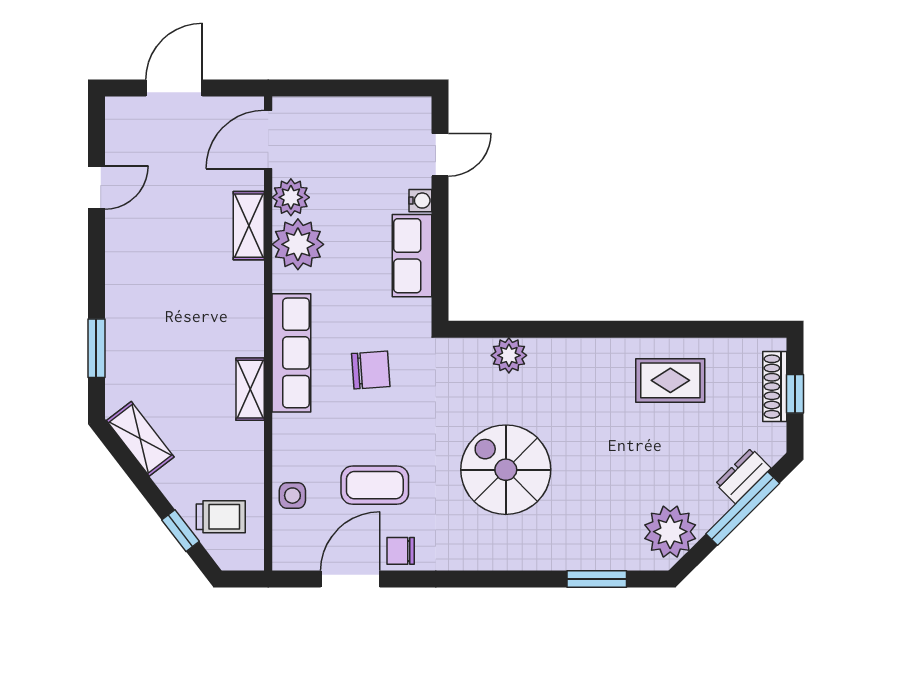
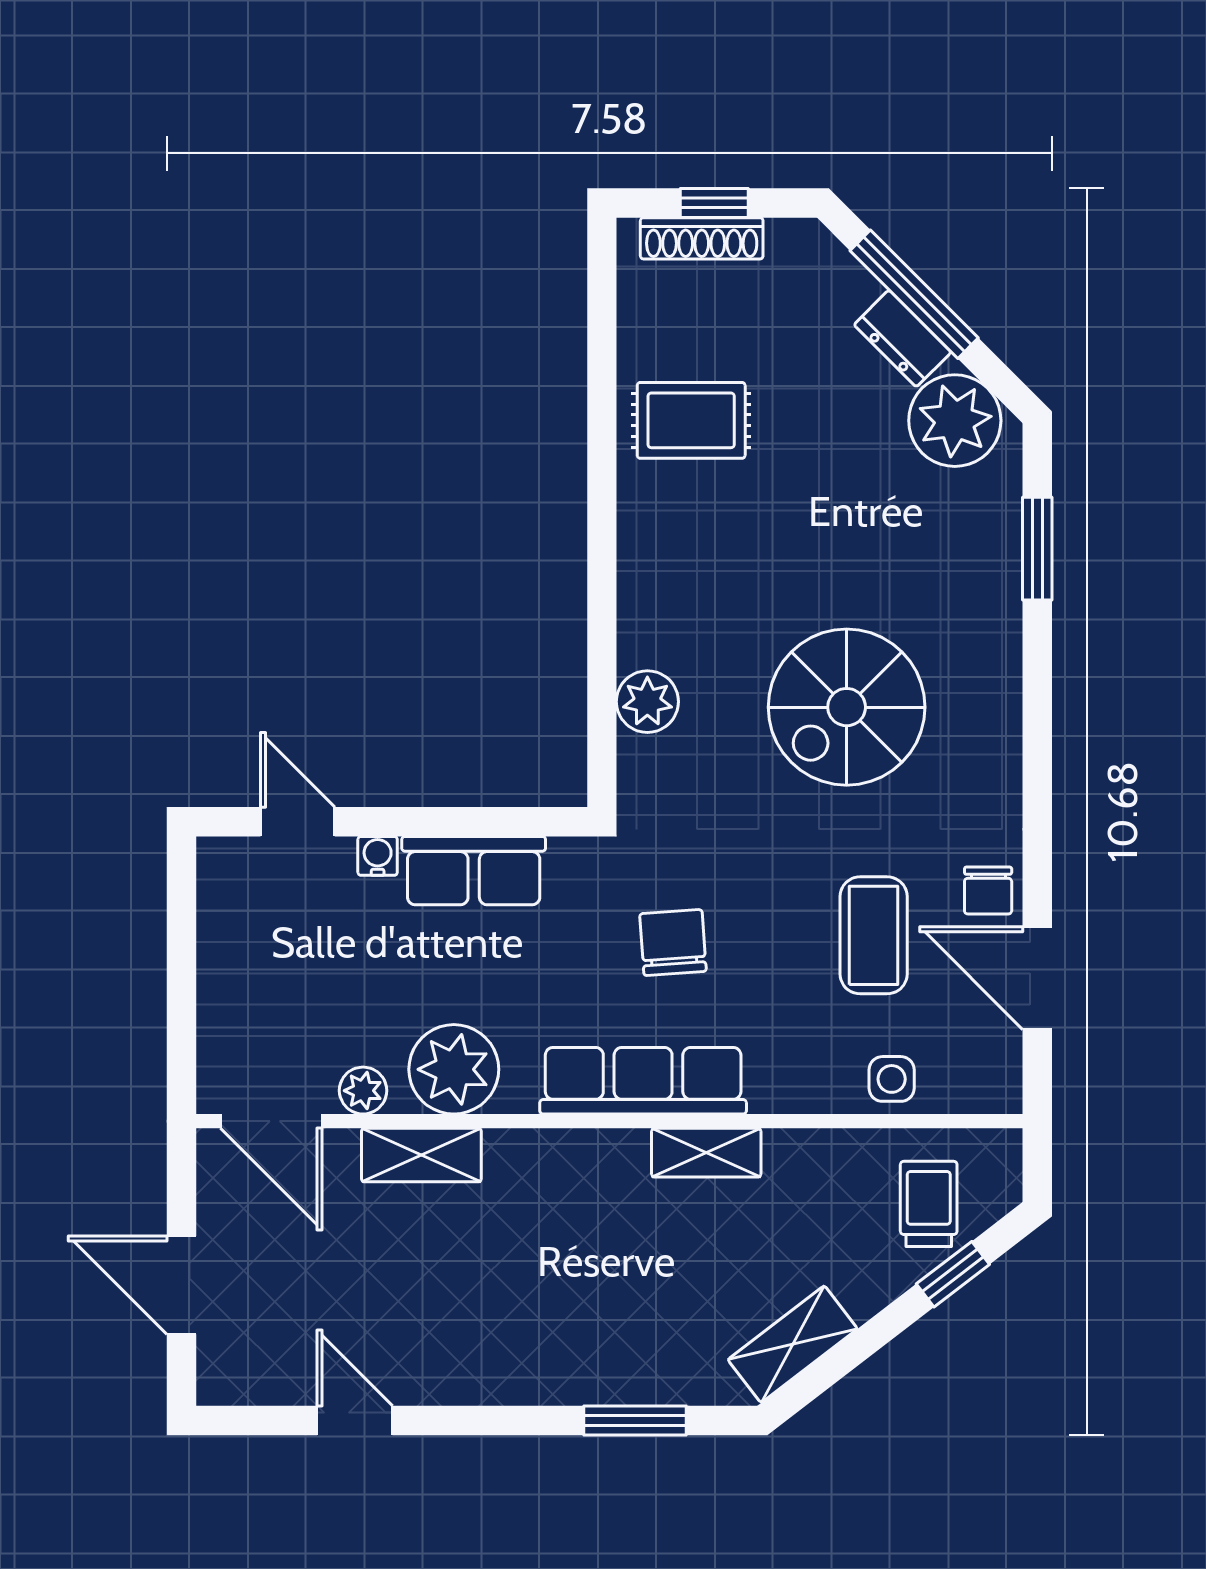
plant: (291, 197) -> (363, 1091), width x0.73, depth x0.73
rug: (670, 380) -> (691, 420), turned 90
dresser: (743, 476) -> (903, 338), moved

